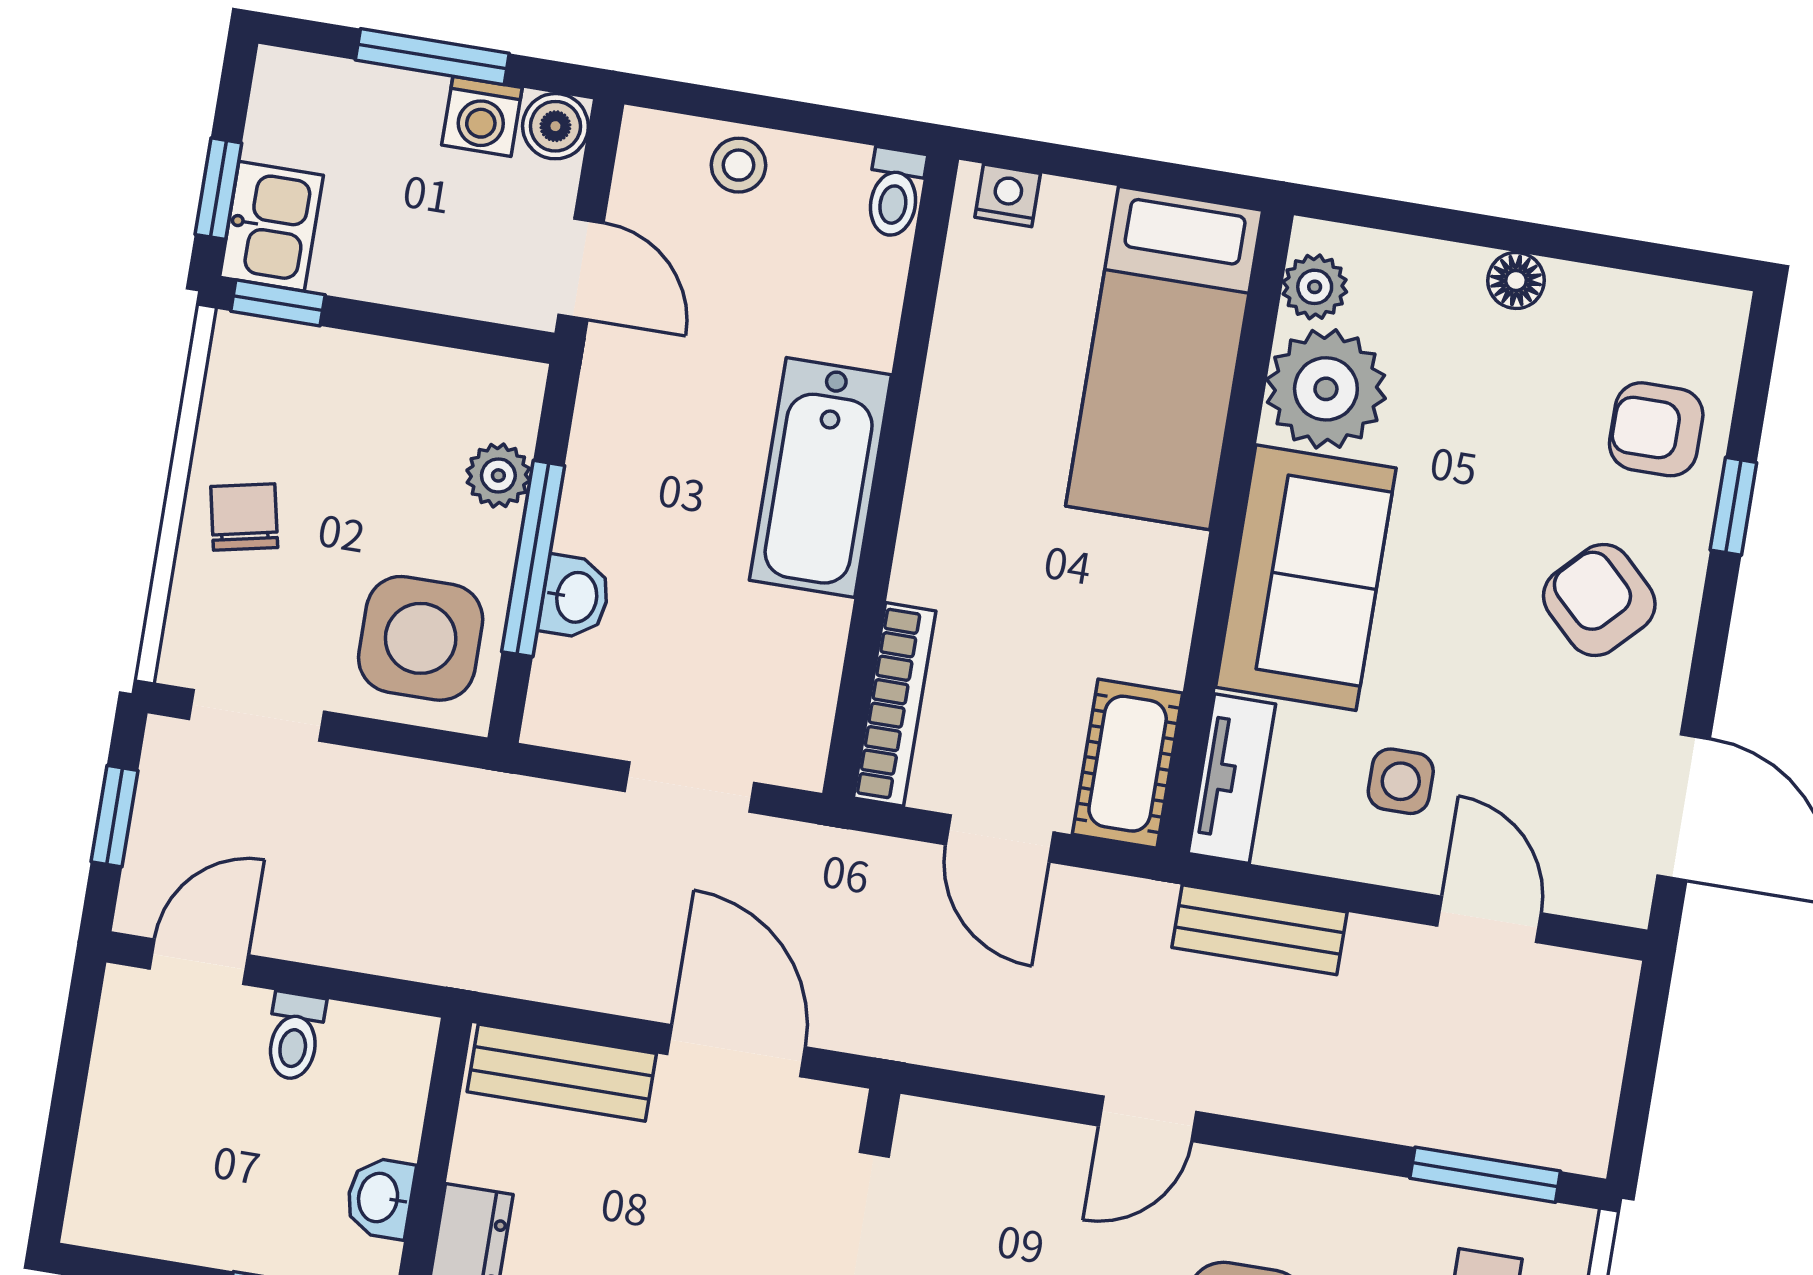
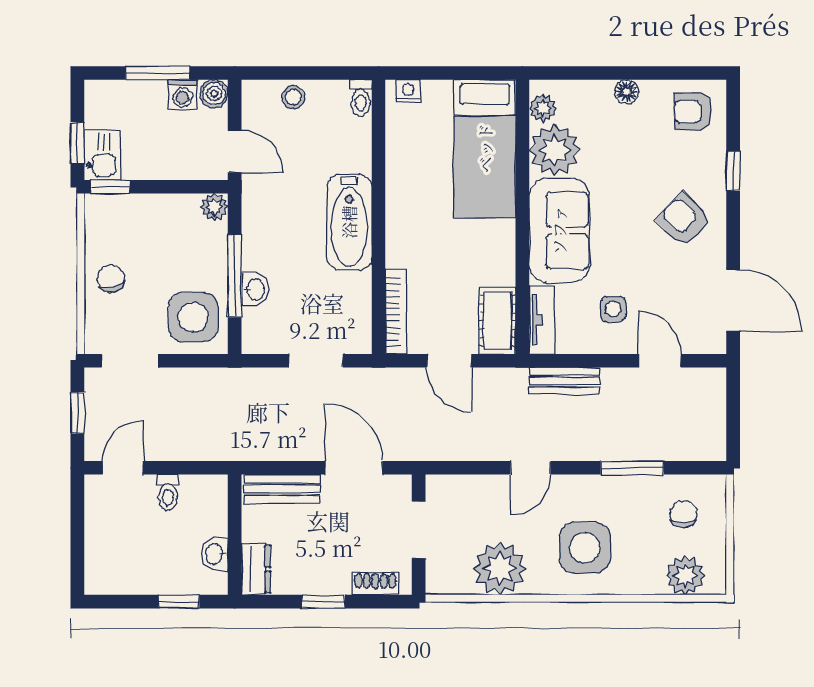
armchair: (1656, 429) -> (693, 112), moved
plant: (498, 475) -> (214, 207), moved
window: (1485, 1175) -> (632, 468), moved

